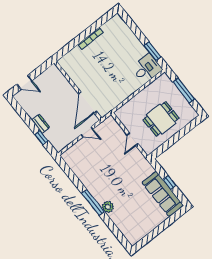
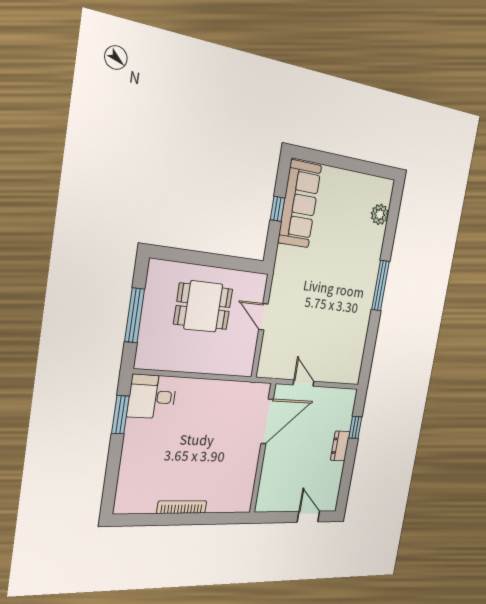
door: (133, 139) -> (263, 317), swing flipped
plant: (108, 207) -> (380, 214), moved

